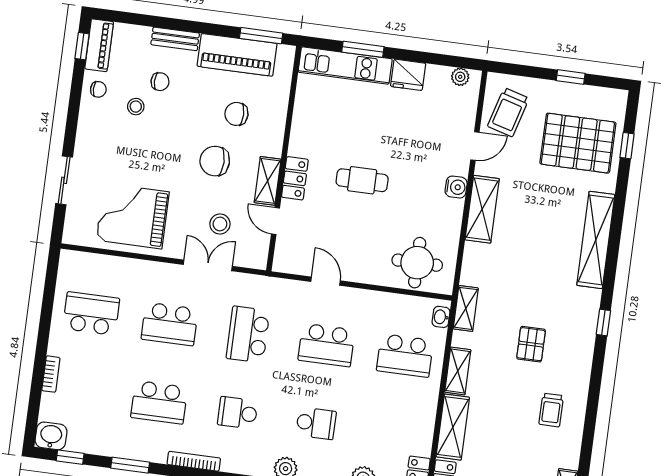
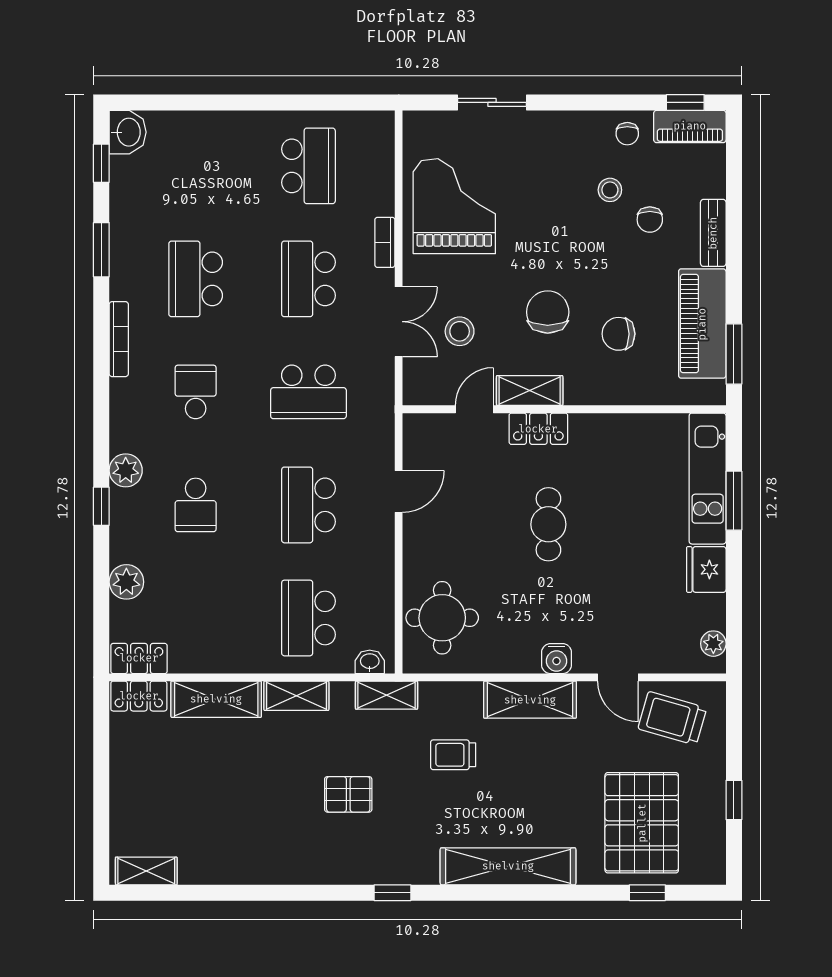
chair: (236, 114) -> (619, 334), turned -90
school desk: (248, 334) -> (308, 392), turned 180
bookcase: (51, 374) -> (385, 242), moved, turned 90
trolley: (551, 410) -> (453, 755), moved

